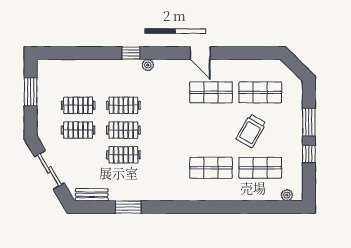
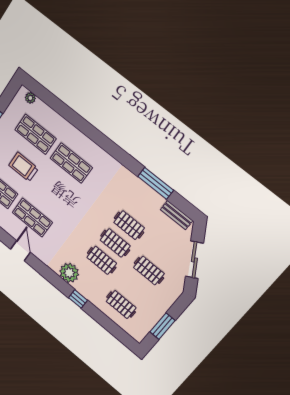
window: (131, 53) -> (78, 299), moved
plant: (148, 65) -> (69, 273), width x1.88, depth x1.88
clothes rail: (78, 105) -> (121, 305), moved
trolley: (251, 131) -> (23, 167), turned -120
window: (128, 207) -> (156, 183), width x1.44

